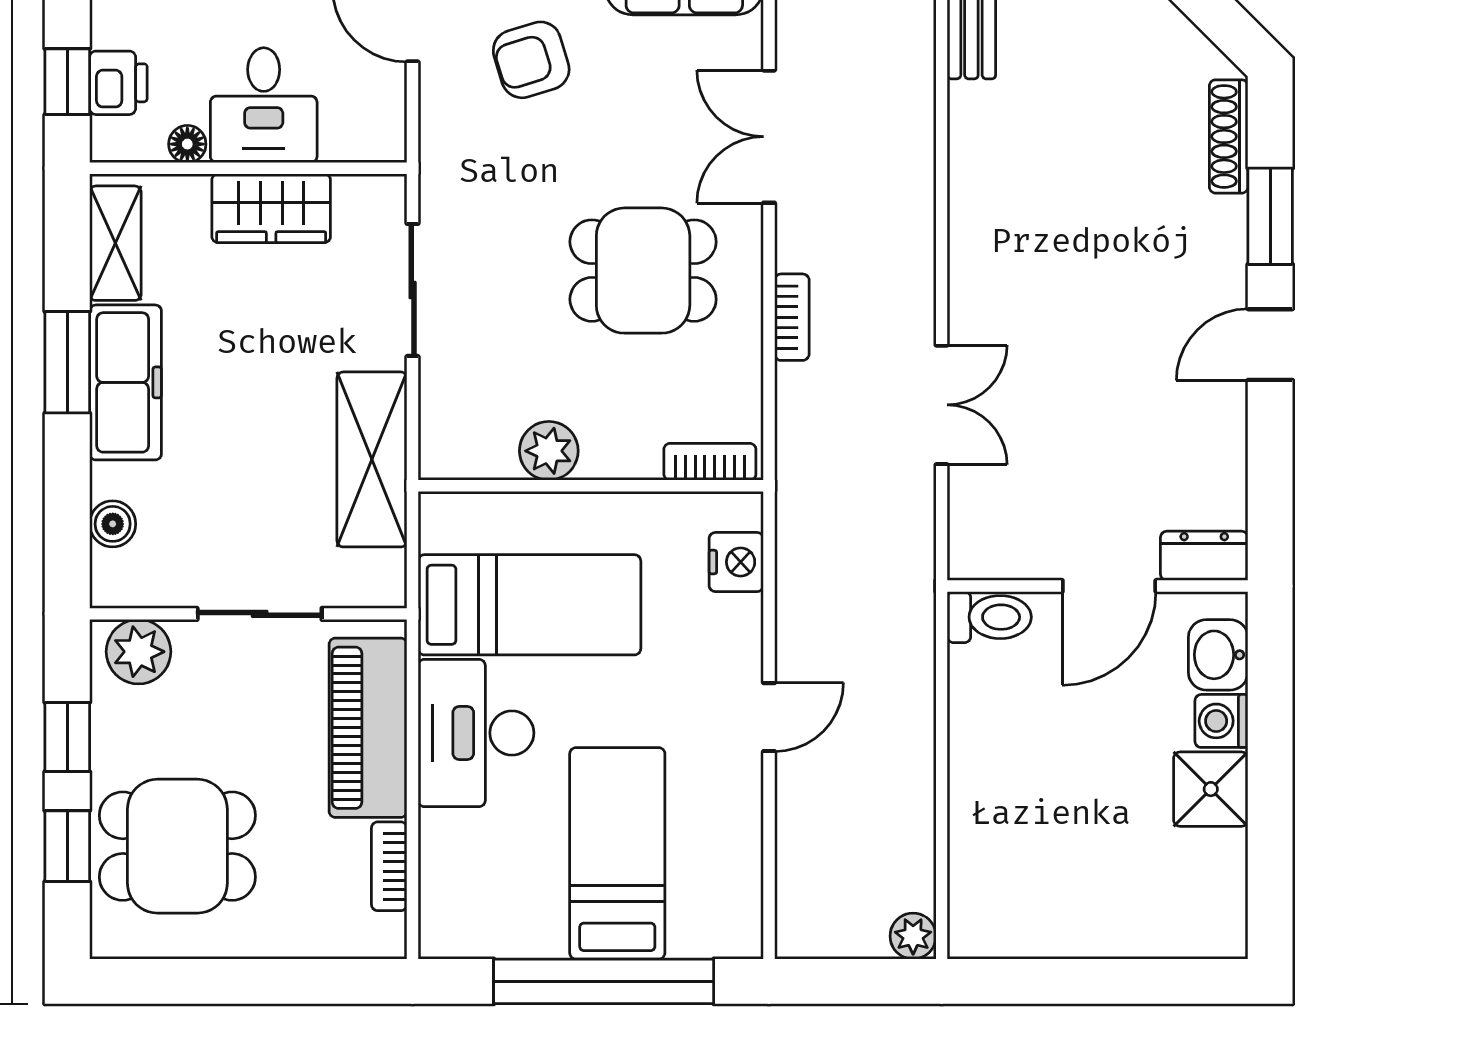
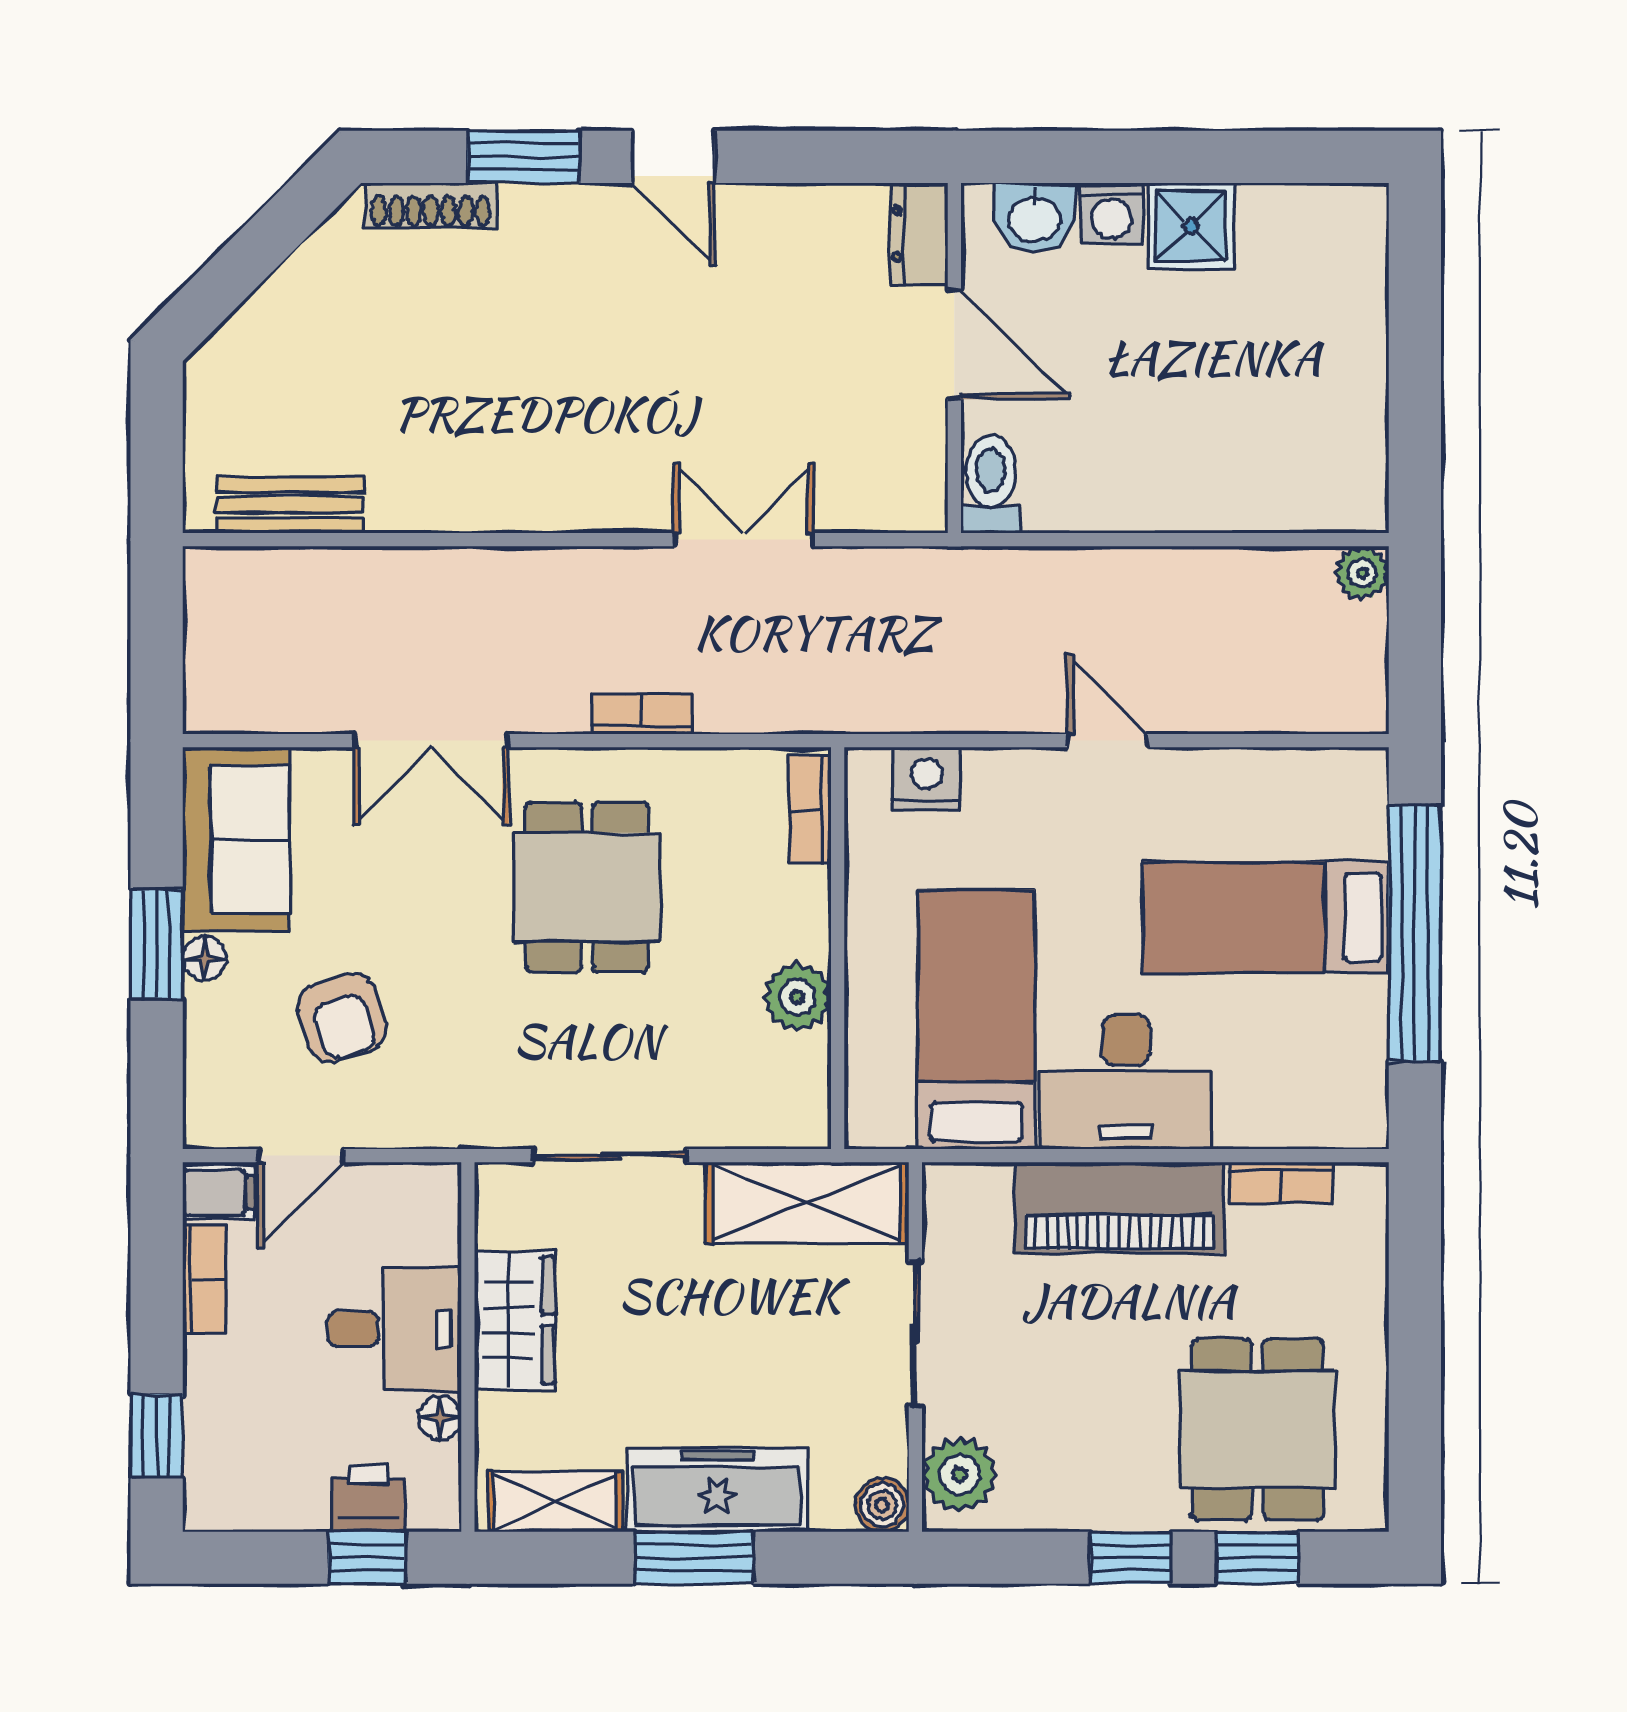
wall: (248, 614) -> (915, 1347), moved
sliding door: (260, 614) -> (915, 1334), moved
plant: (139, 652) -> (960, 1475), moved

